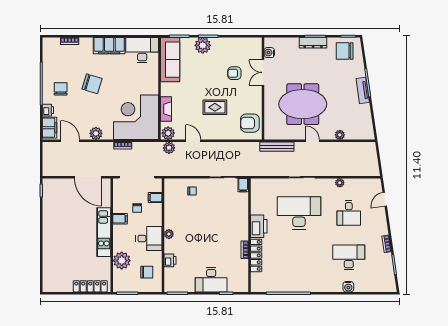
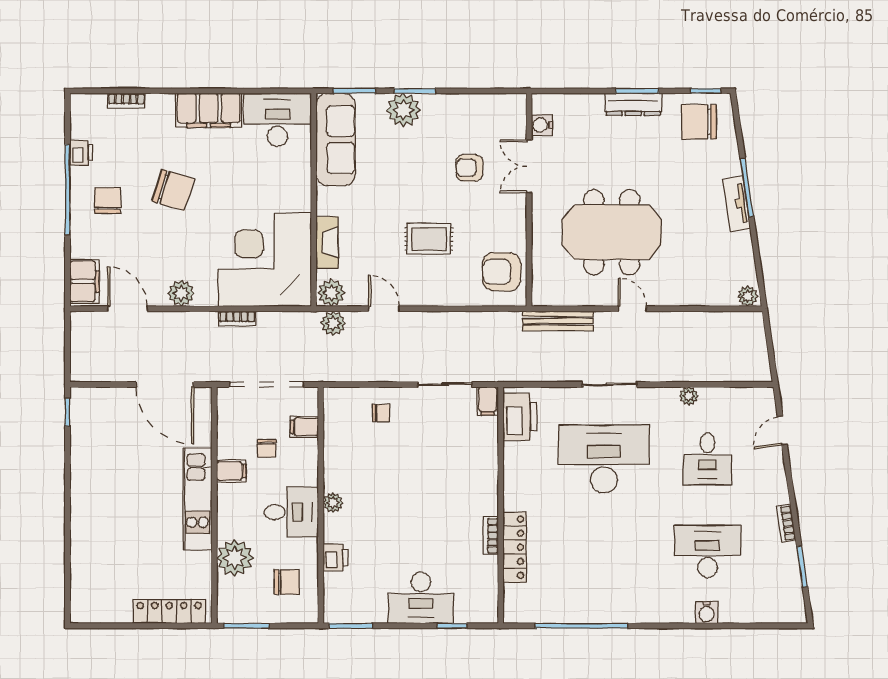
printer: (48, 110) -> (81, 153), moved
plant: (340, 135) -> (748, 296), moved
printer: (259, 226) -> (520, 417), moved

